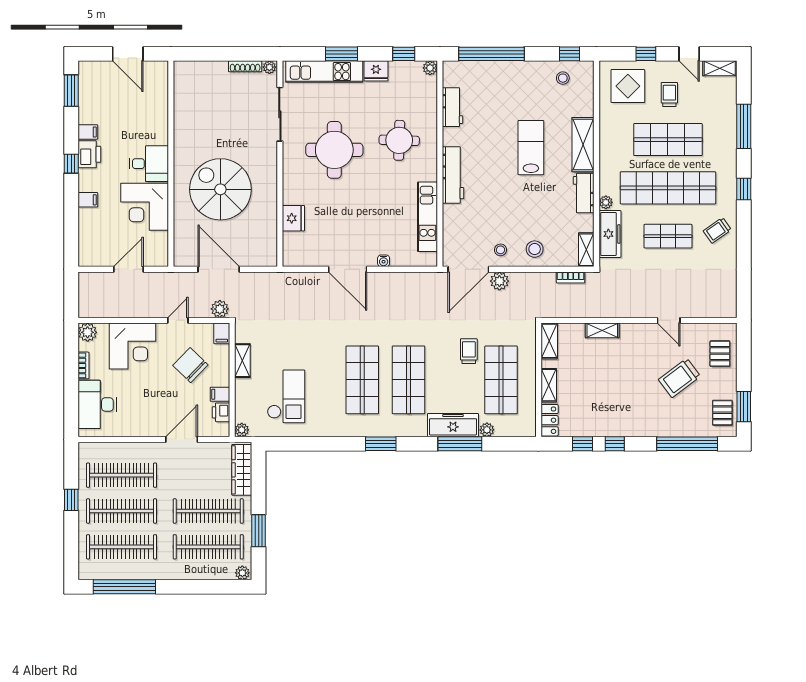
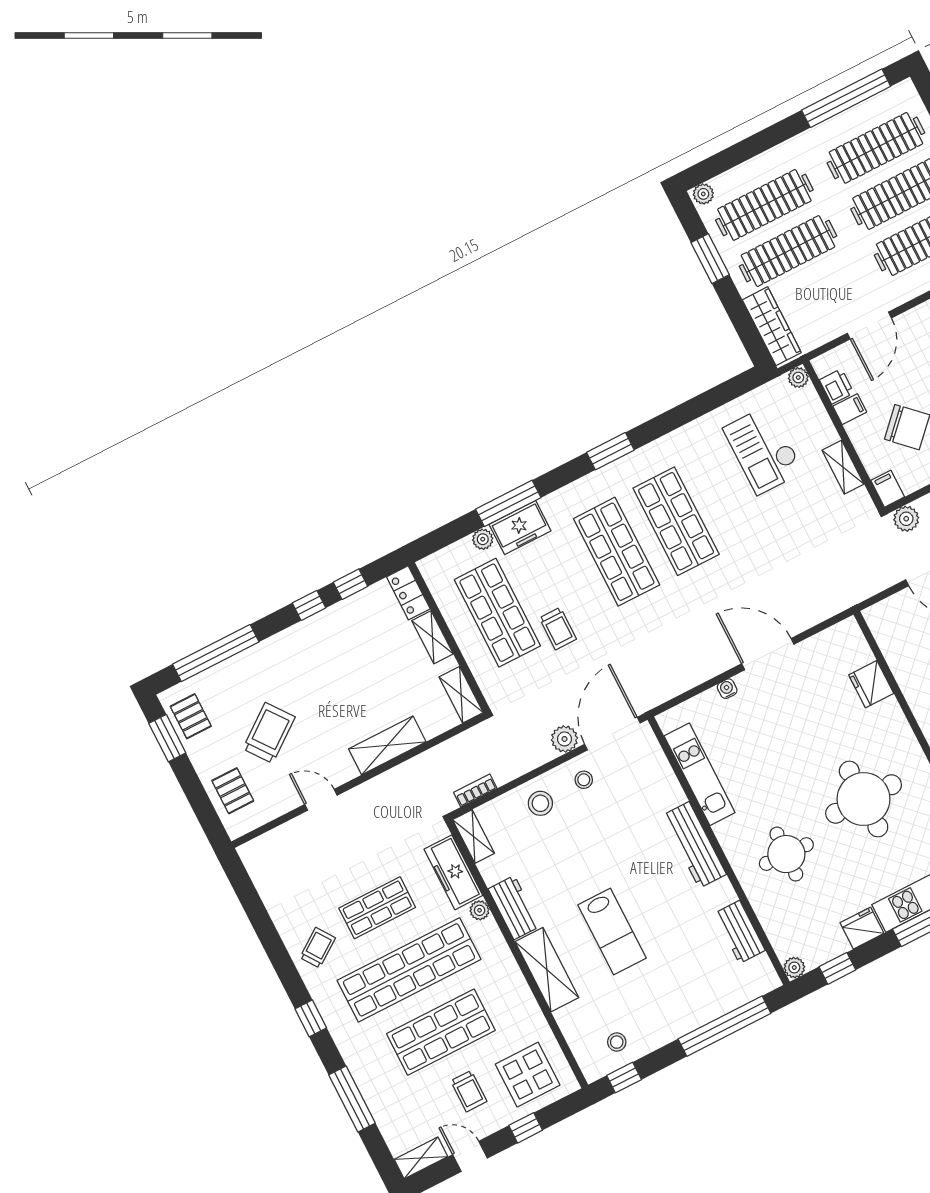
shelving: (602, 330) -> (387, 745), width x1.50, depth x1.33
freezer: (453, 425) -> (520, 528), width x0.71

